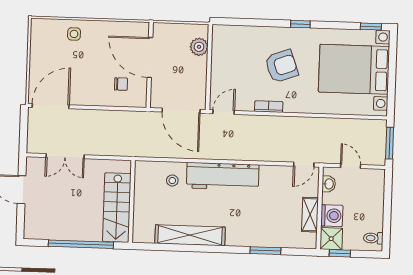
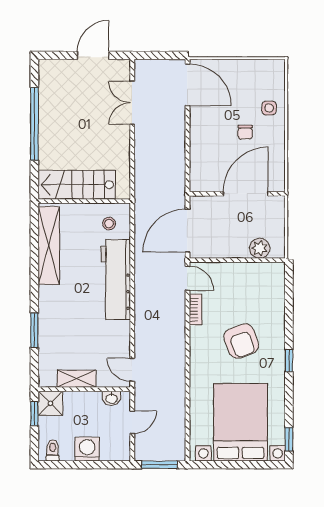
chair: (121, 84) -> (245, 132), moved
bookcase: (269, 107) -> (196, 310), moved
wall: (132, 201) -> (84, 201), moved
stairs: (117, 208) -> (77, 185), moved
washing machine: (332, 216) -> (87, 449), moved, turned 180

